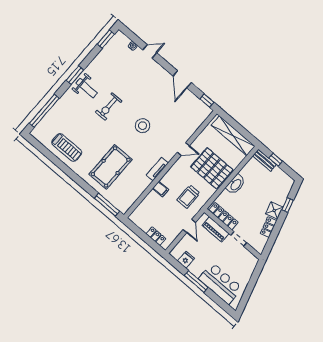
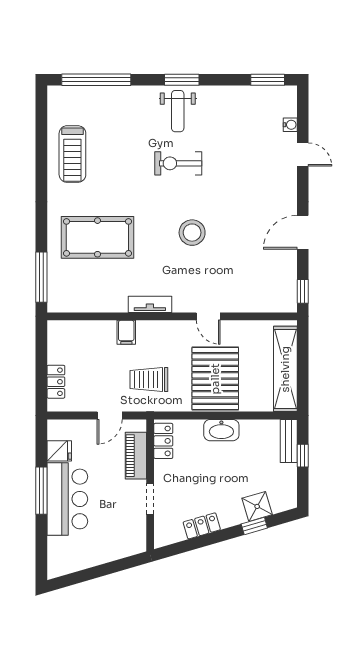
shower: (274, 210) -> (257, 506), moved
locker: (223, 216) -> (163, 441), width x0.66
bar counter: (220, 283) -> (67, 499), moved

